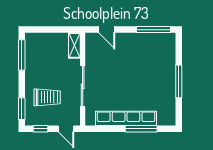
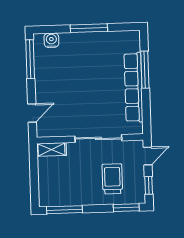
water cooler: (169, 48) -> (51, 40), added

